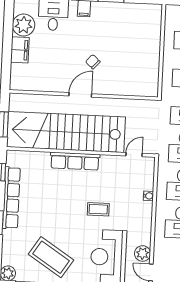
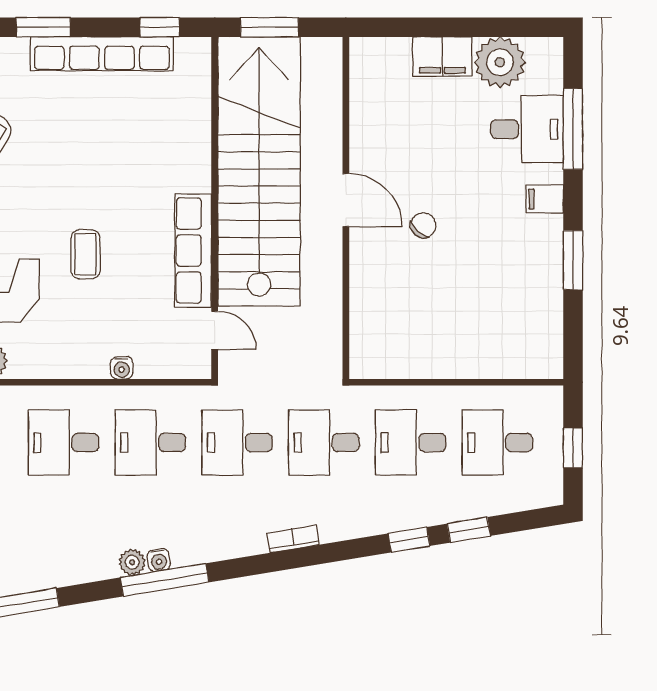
row of seats: (75, 161) -> (193, 251), moved

